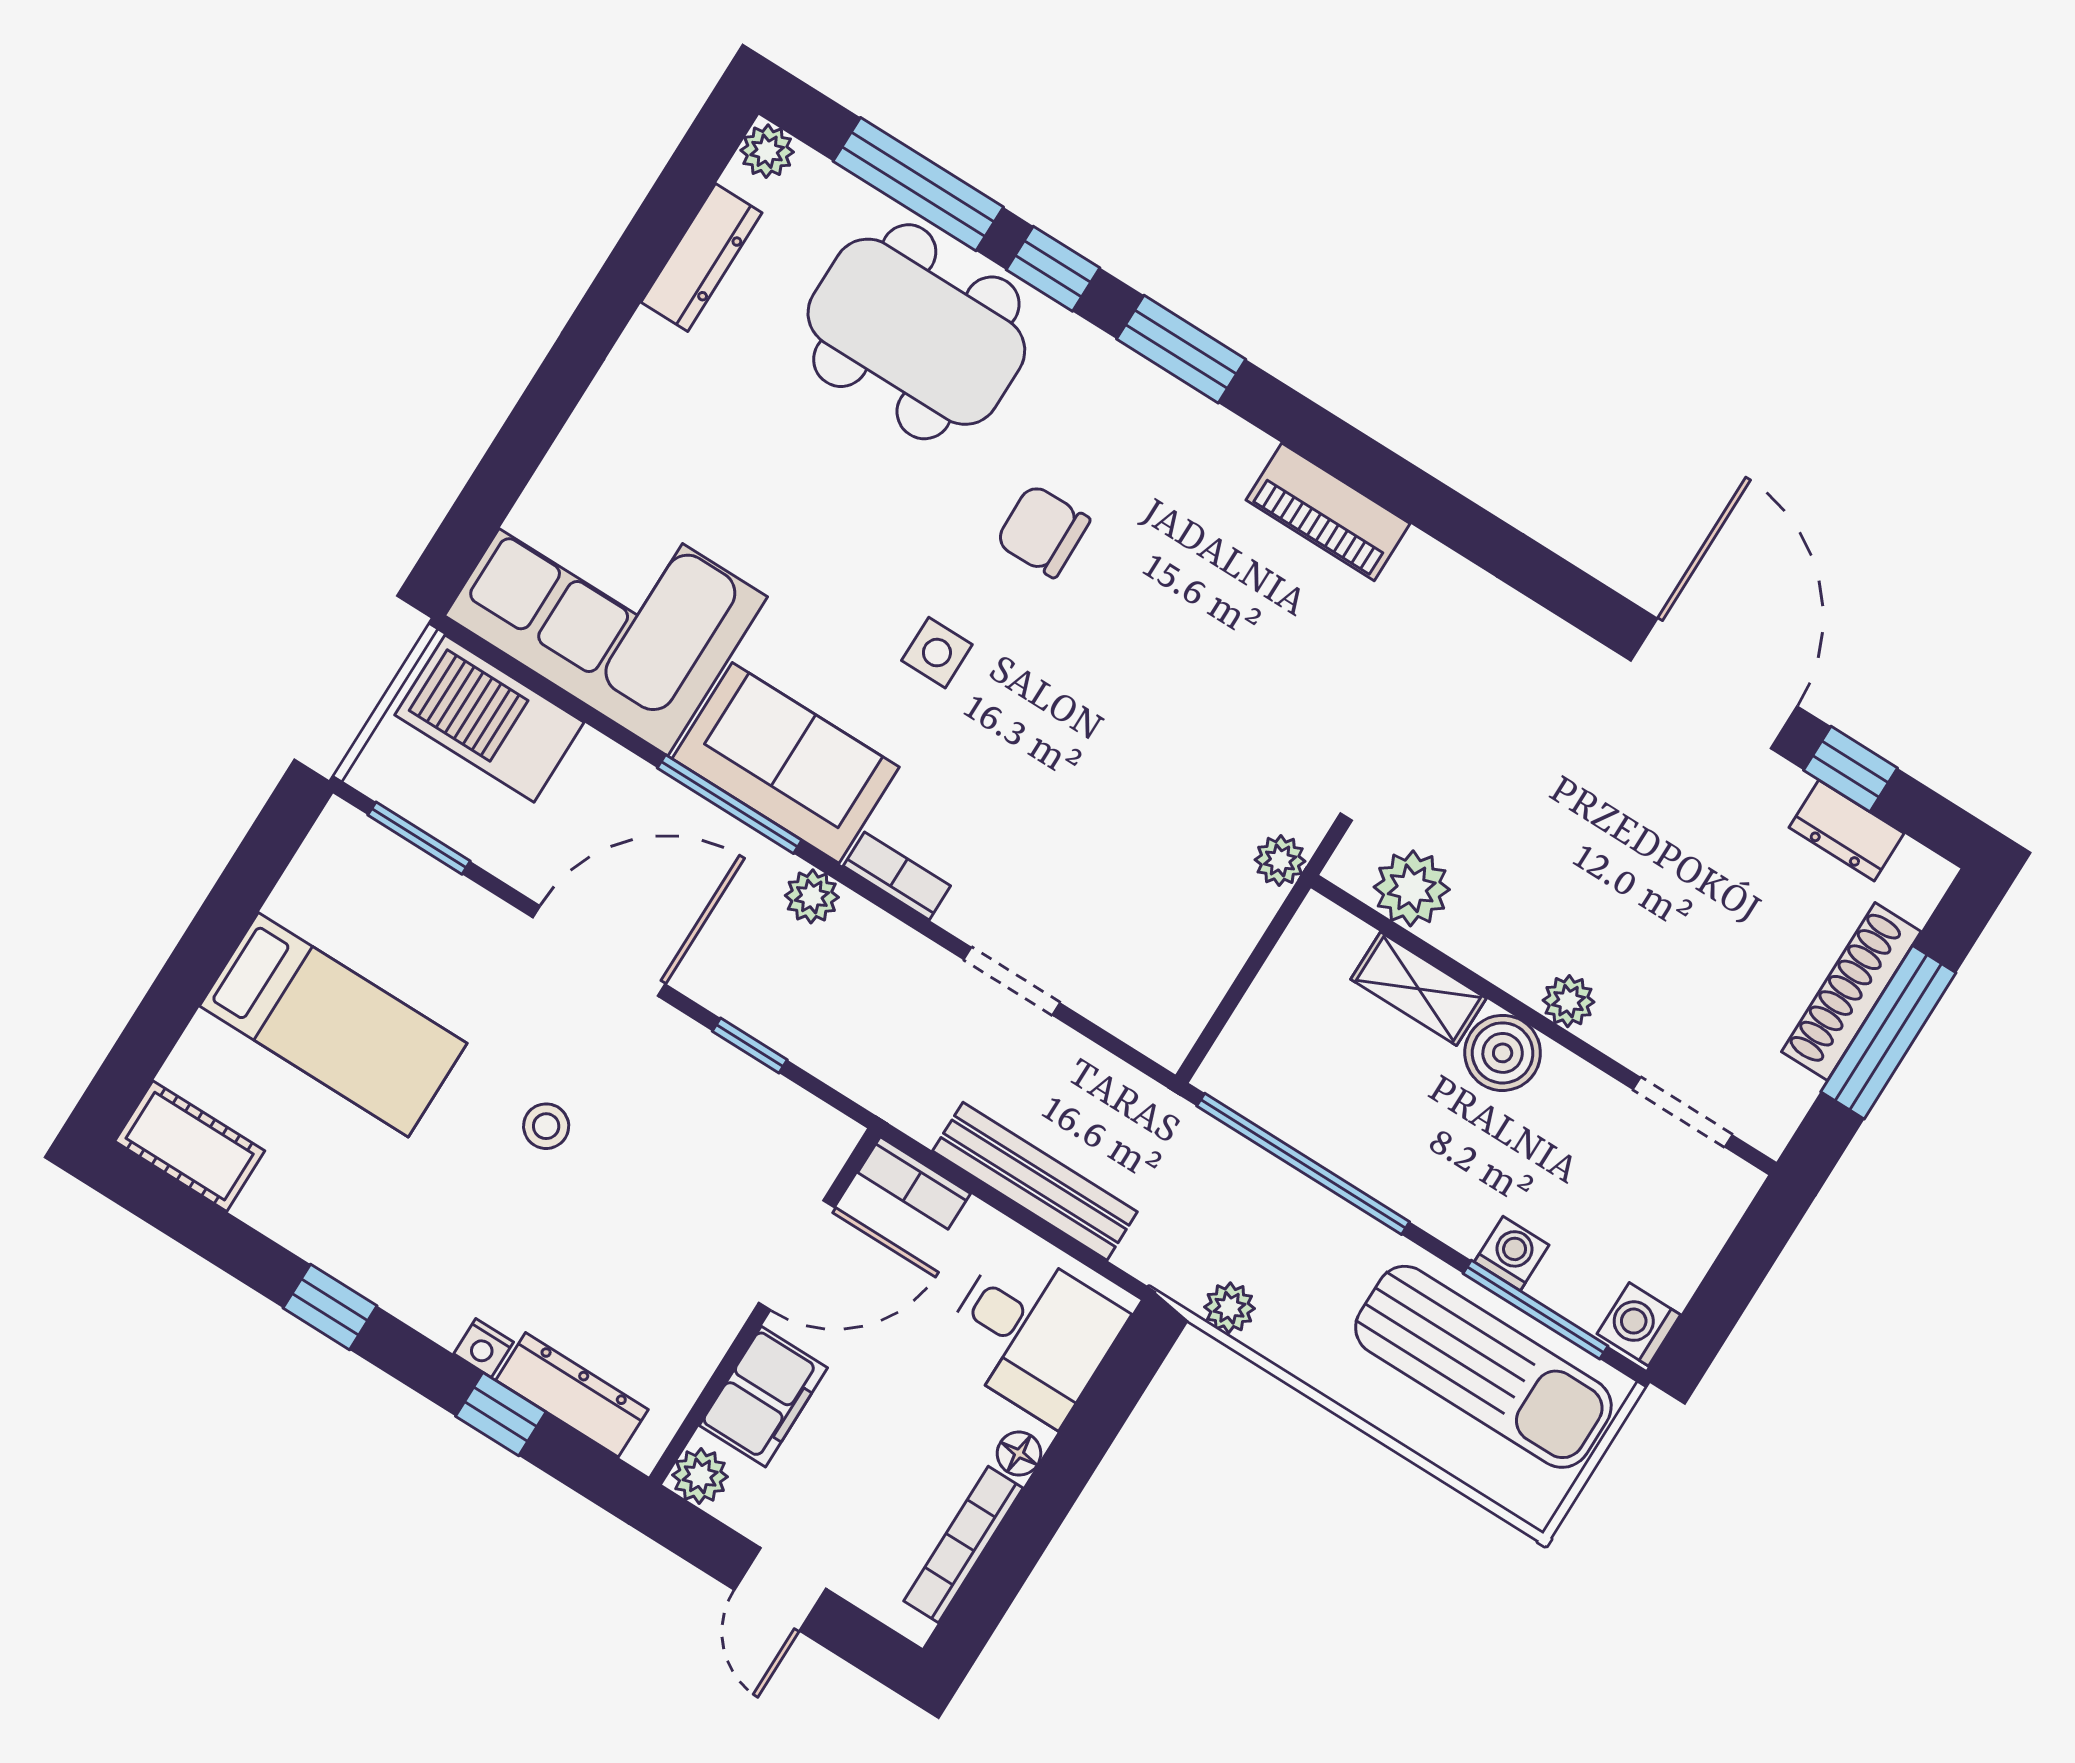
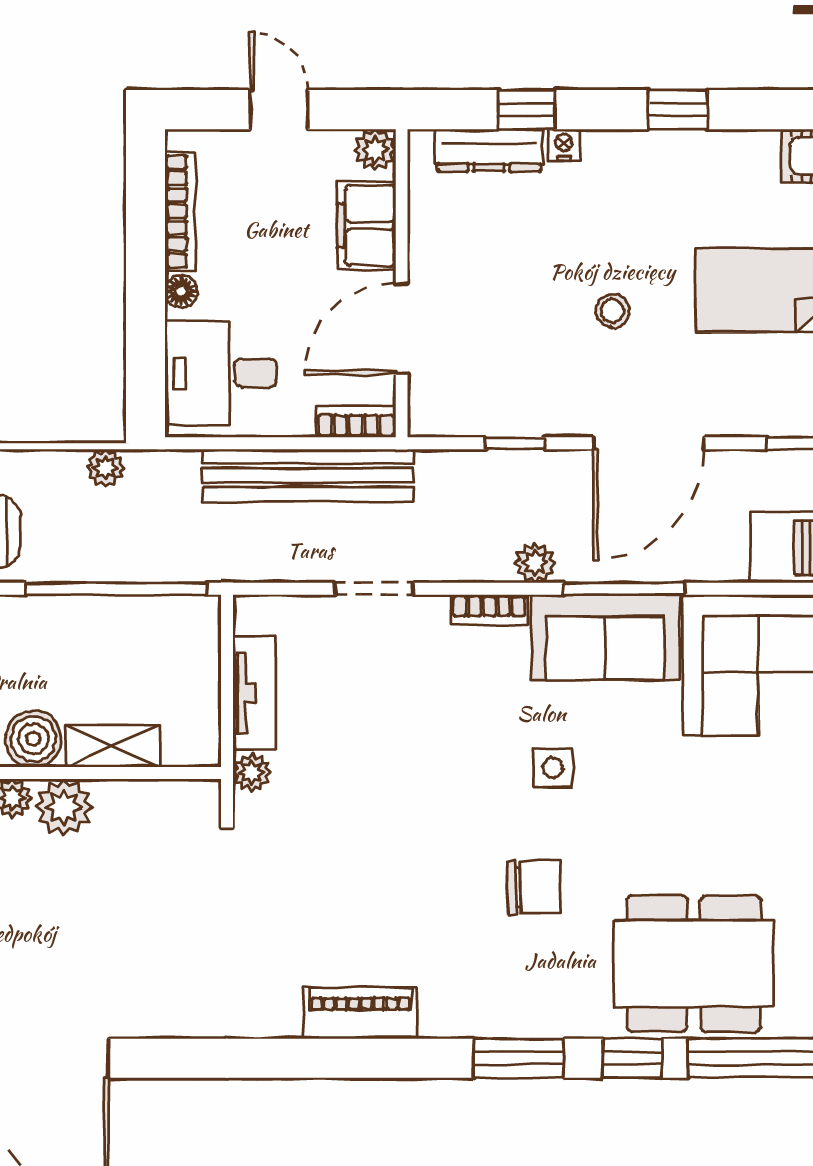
plant: (1412, 888) -> (64, 807), moved
tv unit: (1221, 948) -> (254, 693), added
bench: (1035, 1181) -> (308, 475), width x1.37, depth x1.21

